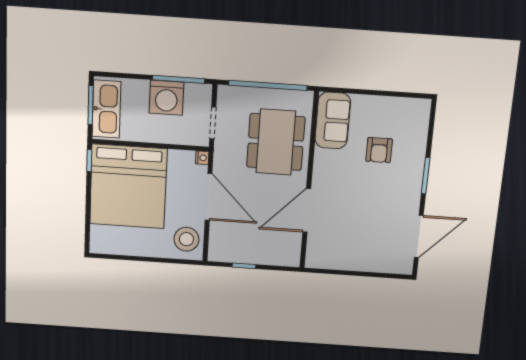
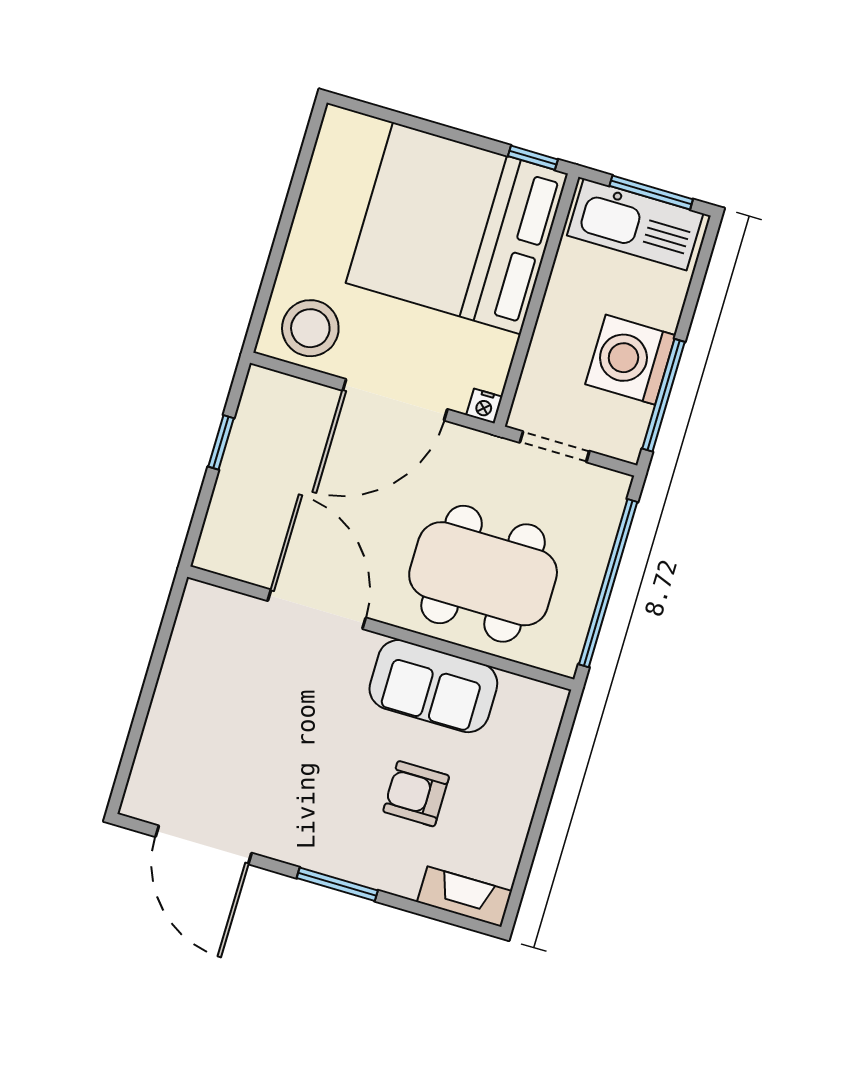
fireplace: (421, 119) -> (464, 897), added
sofa: (333, 121) -> (433, 686), moved

